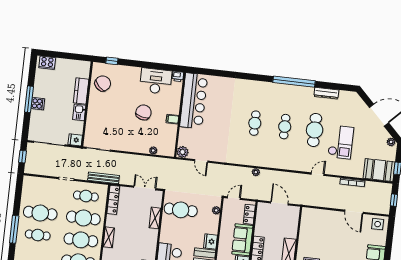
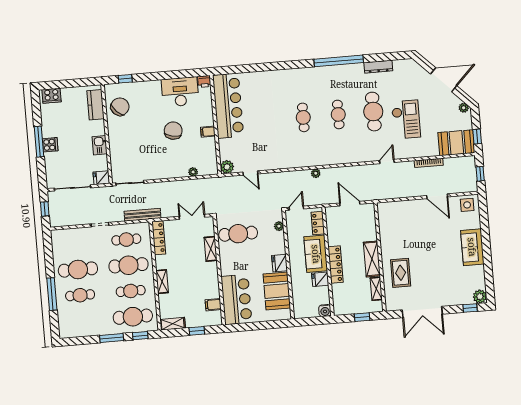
kitchen counter: (81, 91) -> (96, 105), moved
cafe table: (81, 240) -> (131, 291), width x0.73, depth x0.74

